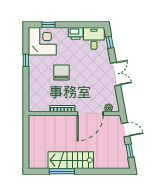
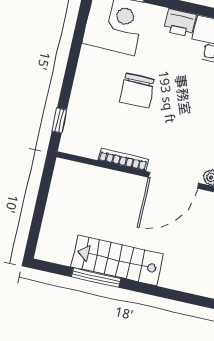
window: (26, 60) -> (59, 120), moved
chair: (61, 72) -> (137, 91), turned 180

